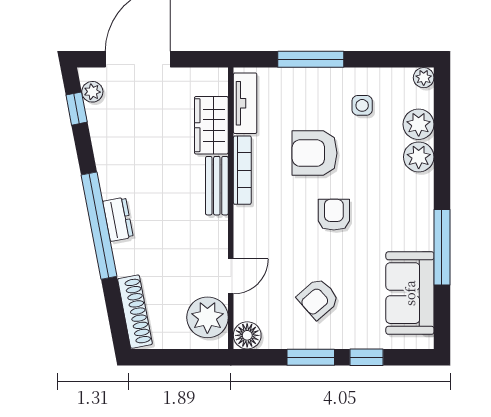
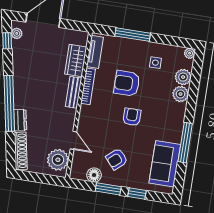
dresser: (118, 219) -> (20, 120), moved
door: (231, 276) -> (73, 140), hinge flipped
floor lamp: (247, 335) -> (94, 175), moved

